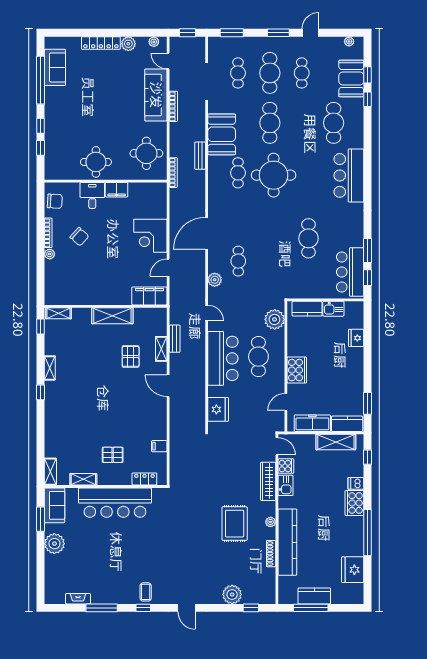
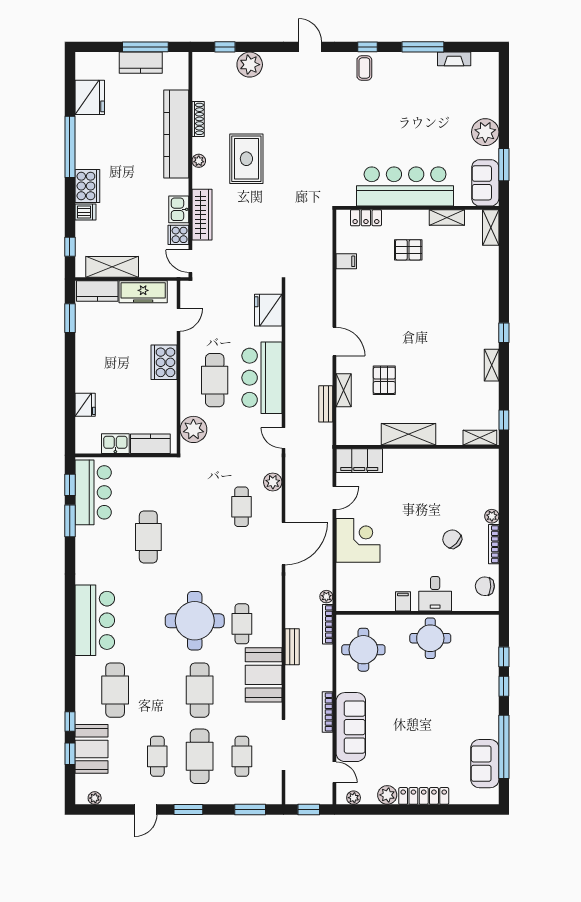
filing cabinet: (117, 190) -> (403, 601), width x0.50
plant: (174, 193) -> (326, 597), added

